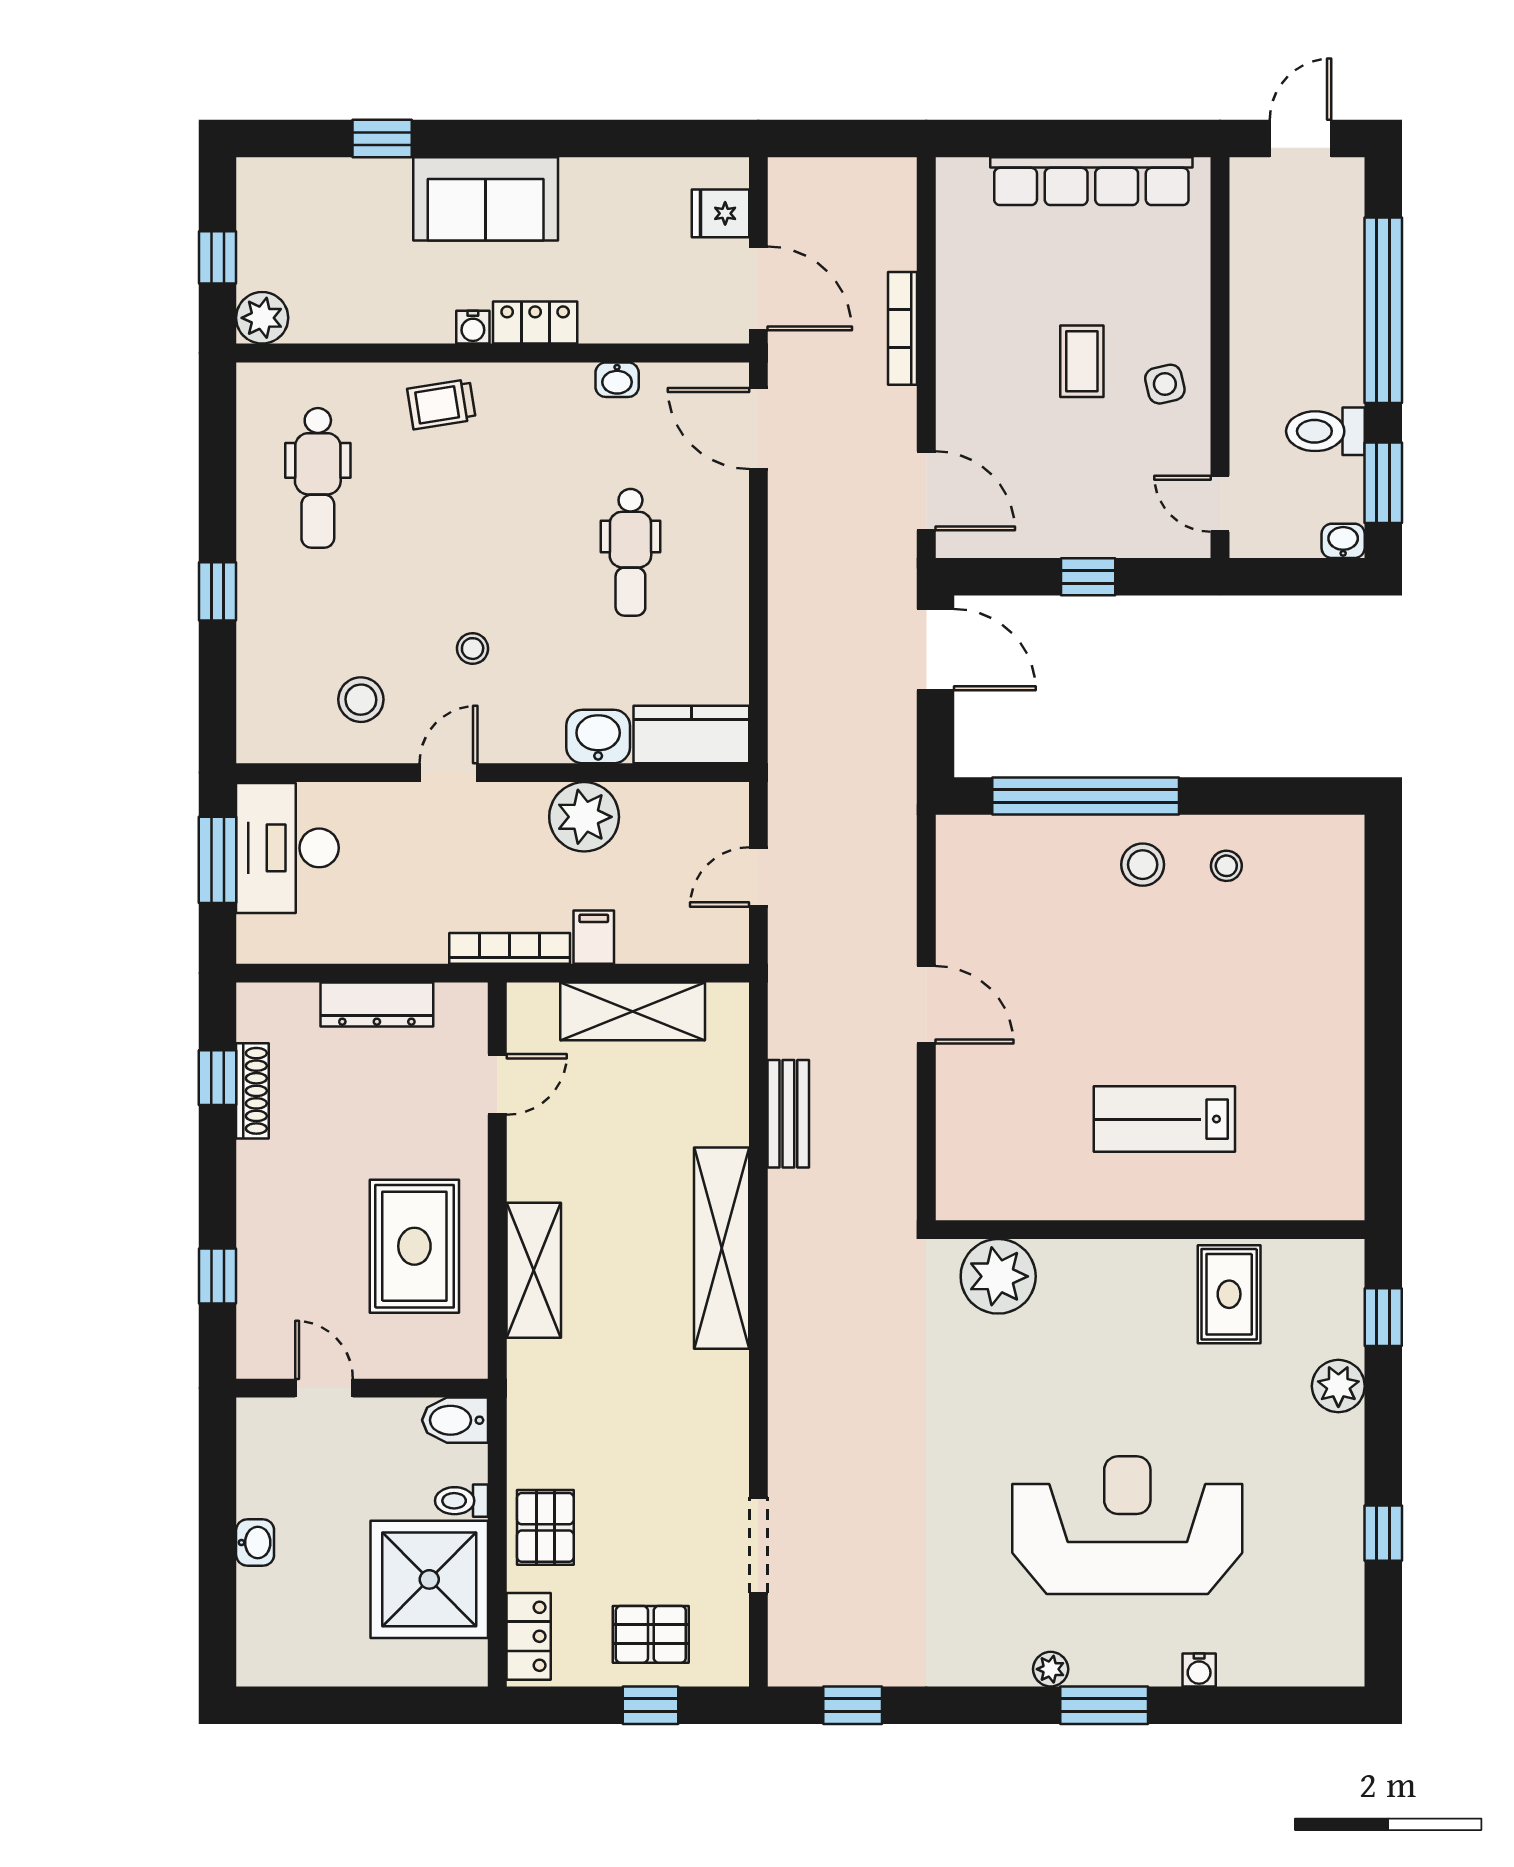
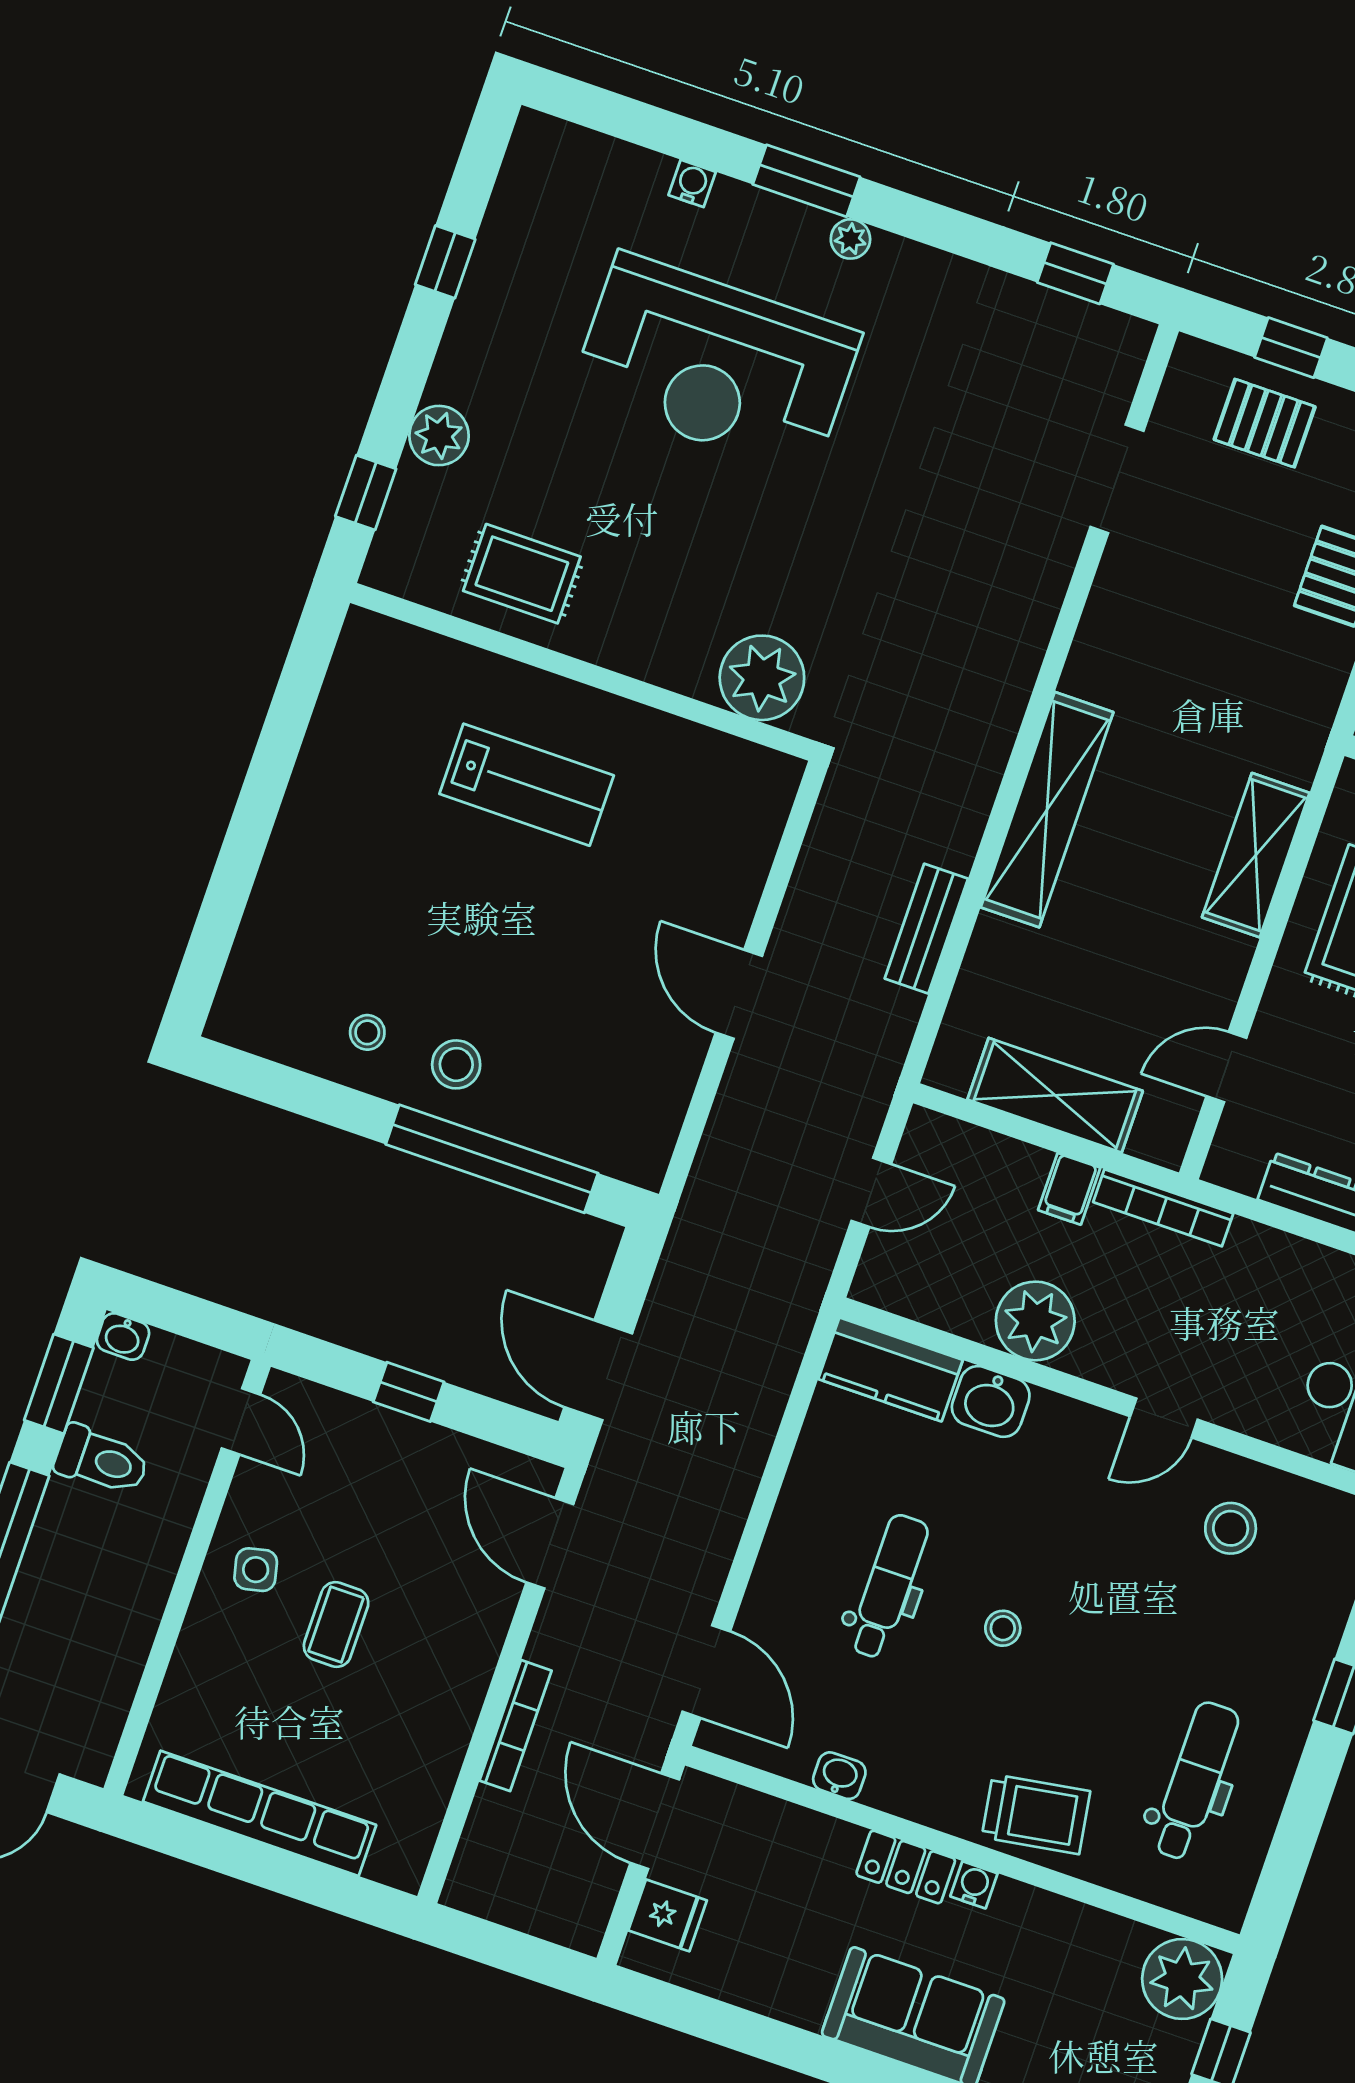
plant: (262, 318) -> (1182, 1979), width x1.36, depth x1.36
trolley: (441, 404) -> (1036, 1814), width x1.36, depth x1.39
stool: (473, 649) -> (1003, 1628), moved
rug: (1229, 1294) -> (522, 574), turned 90

